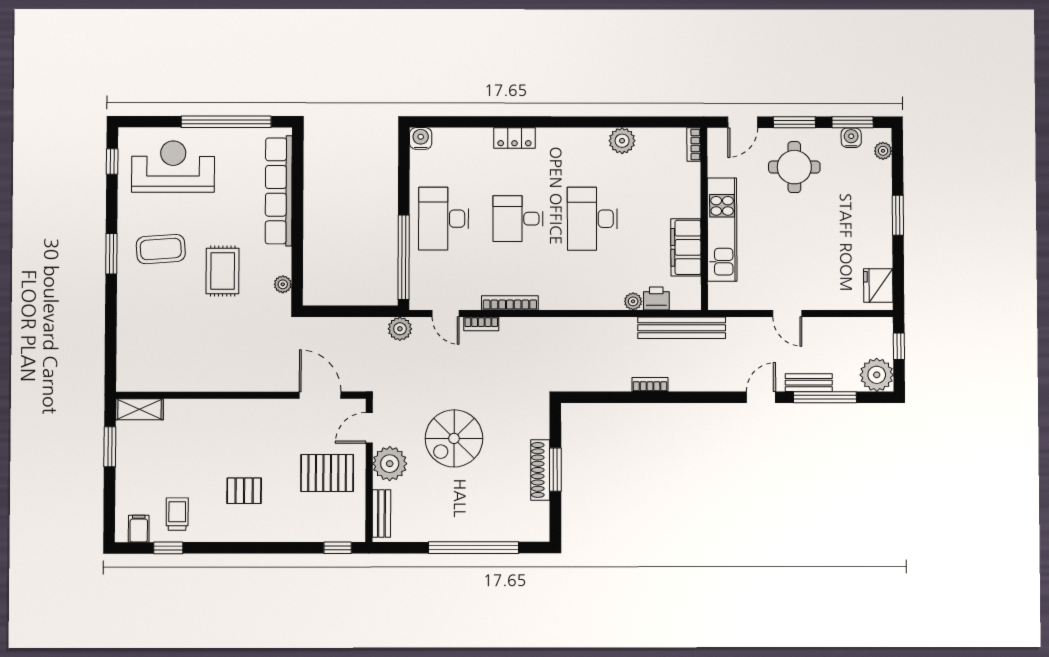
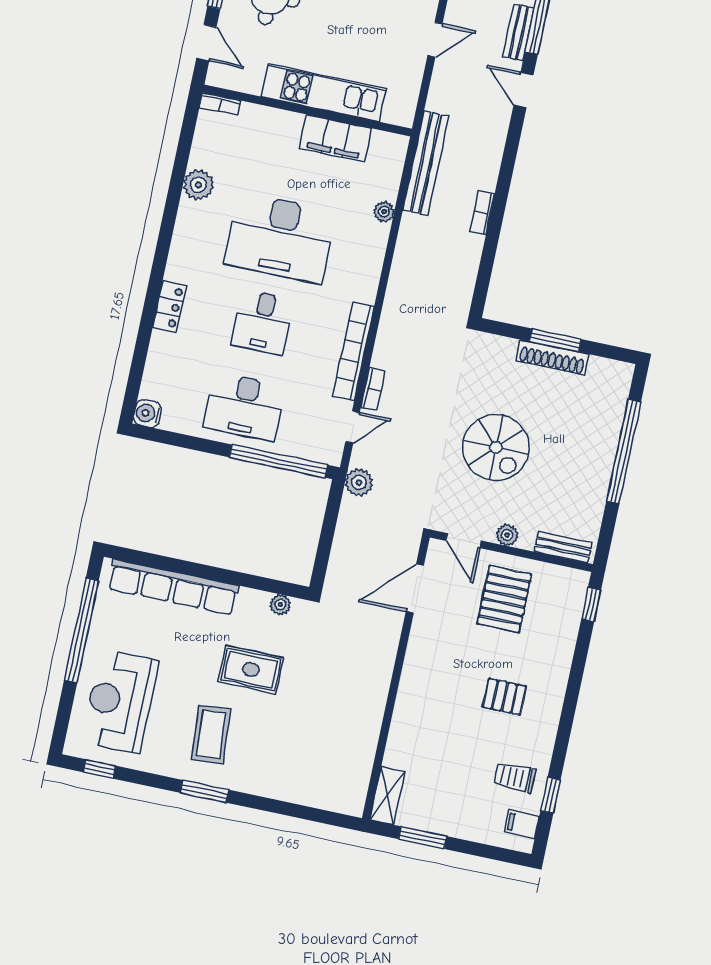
desk: (592, 219) -> (280, 238), width x1.36, depth x1.30
printer: (656, 299) -> (386, 184), removed
bookcase: (510, 303) -> (353, 351), width x1.48, depth x1.31
plant: (390, 464) -> (507, 535), width x0.53, depth x0.53
pallet: (244, 491) -> (505, 697), turned 90

